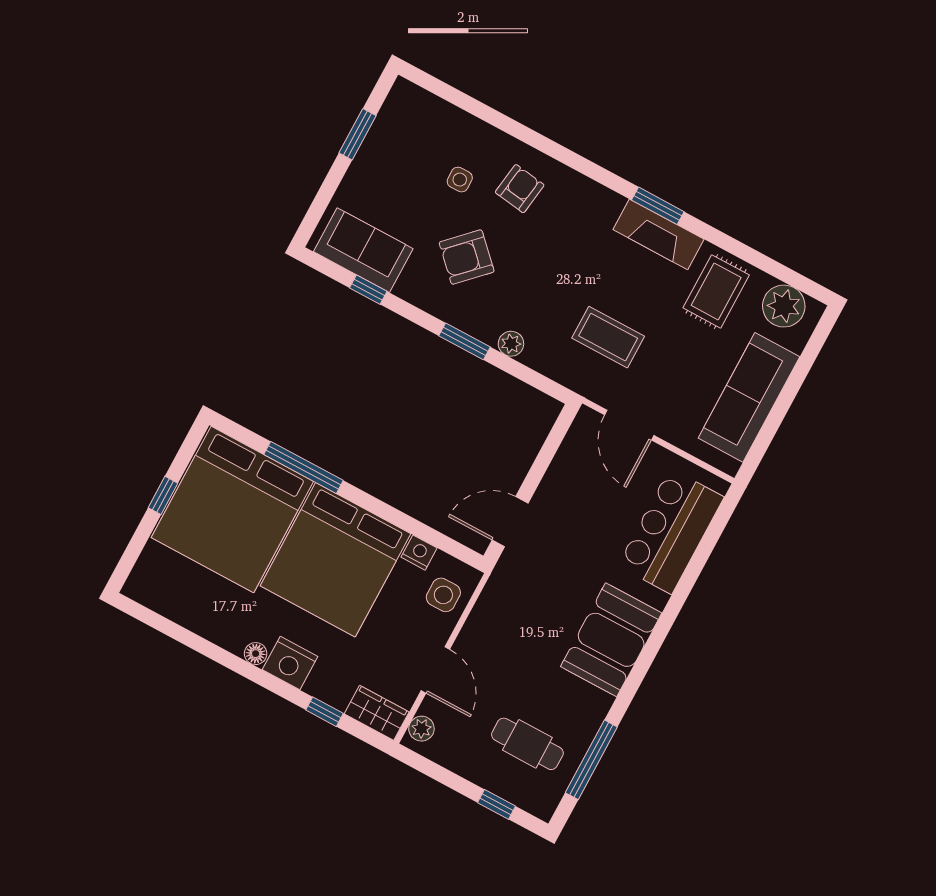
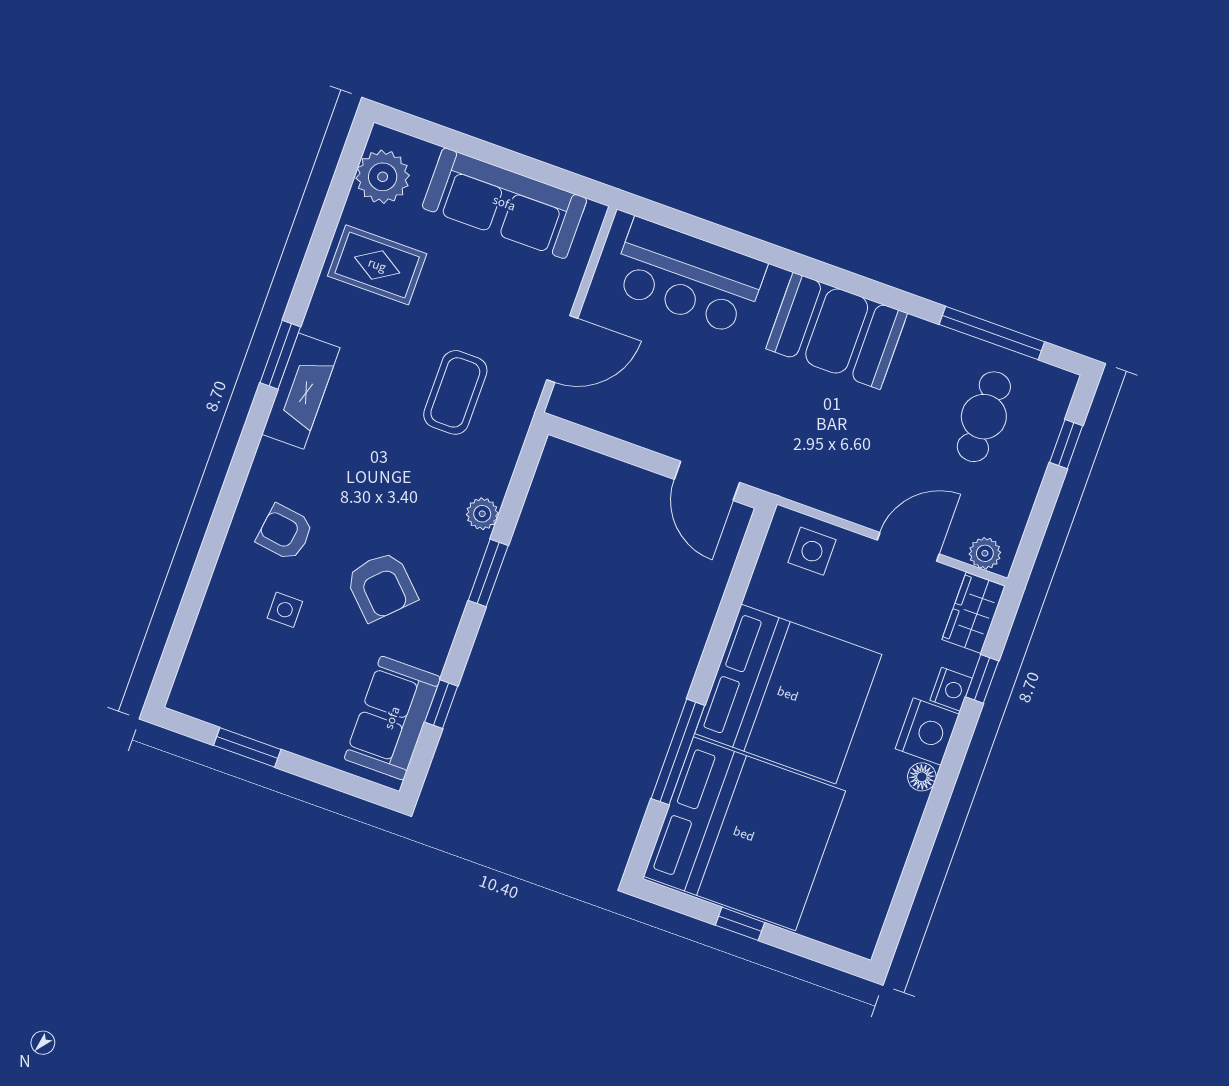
fireplace: (658, 234) -> (301, 391), moved
nightstand: (419, 553) -> (951, 689), moved, turned 180

